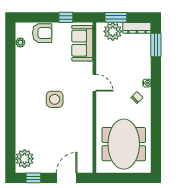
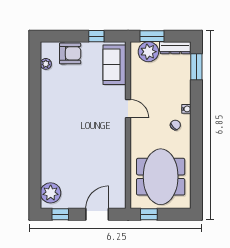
side table: (55, 99) -> (84, 127), removed
window: (113, 178) -> (149, 214), added

